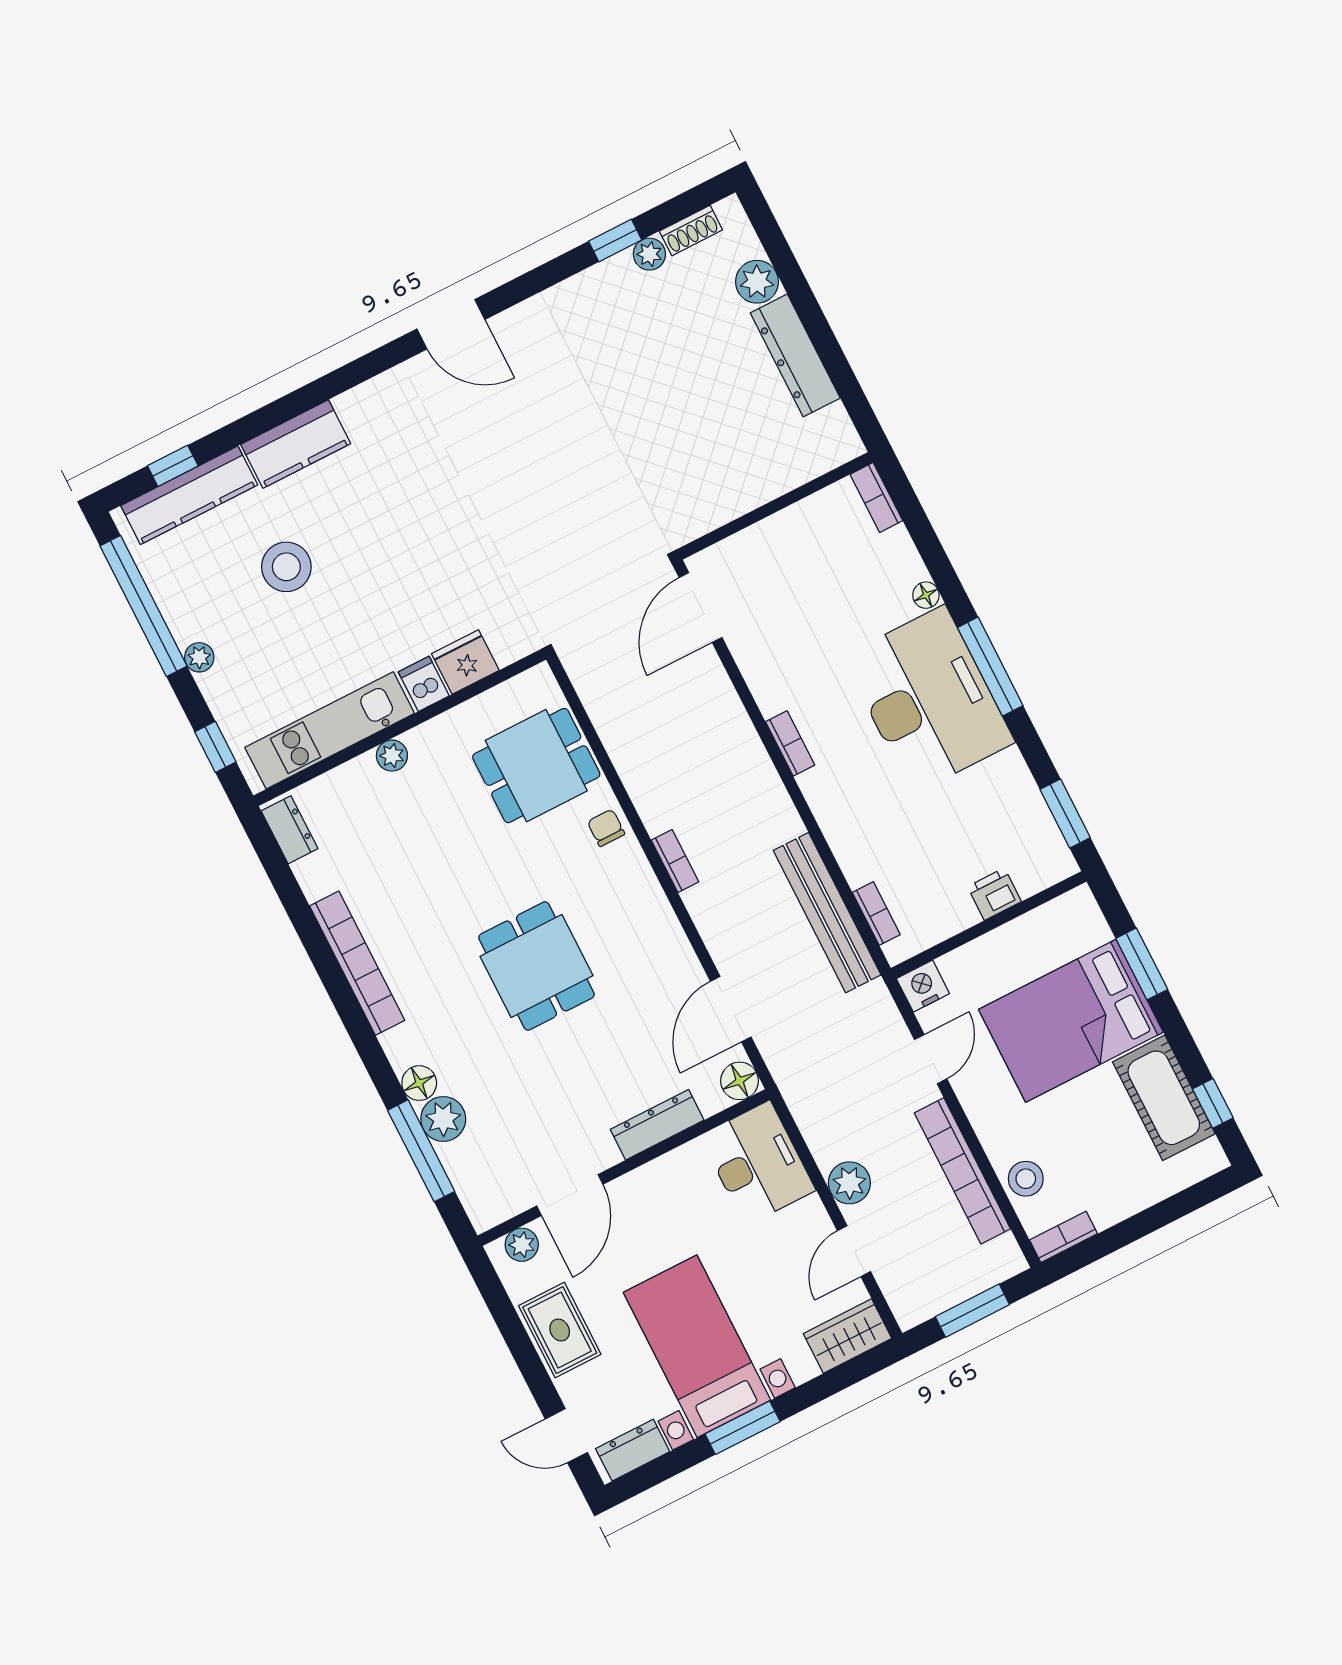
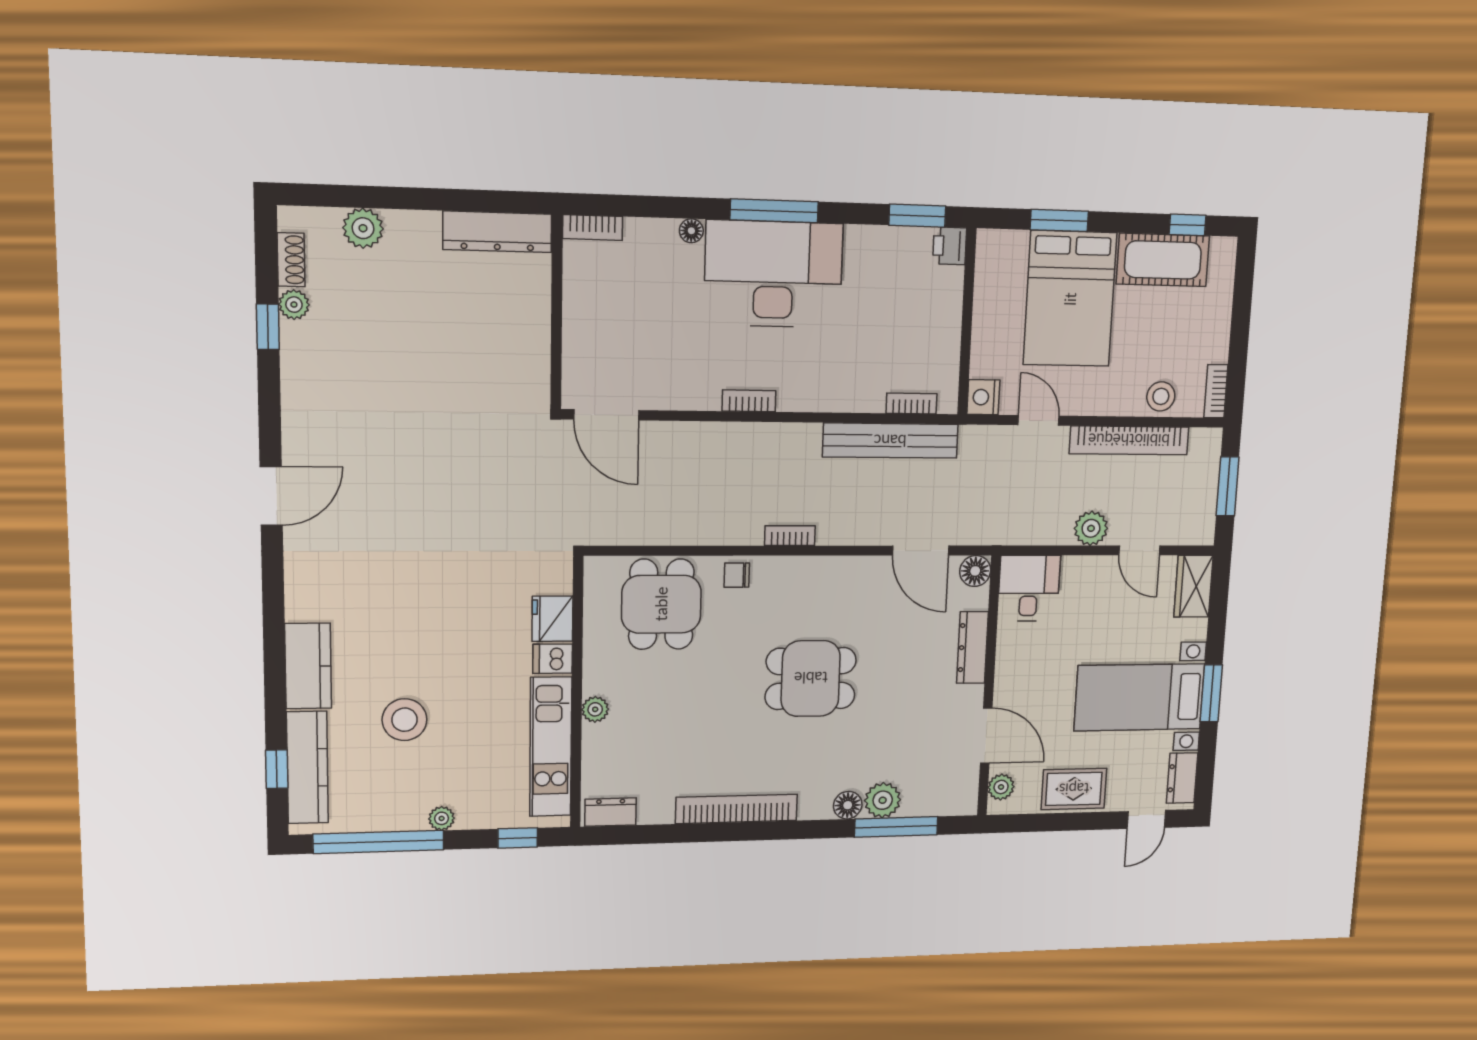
dresser: (795, 355) -> (497, 232), moved
printer: (994, 894) -> (950, 246), moved
desk: (758, 1163) -> (1029, 588), width x0.73

